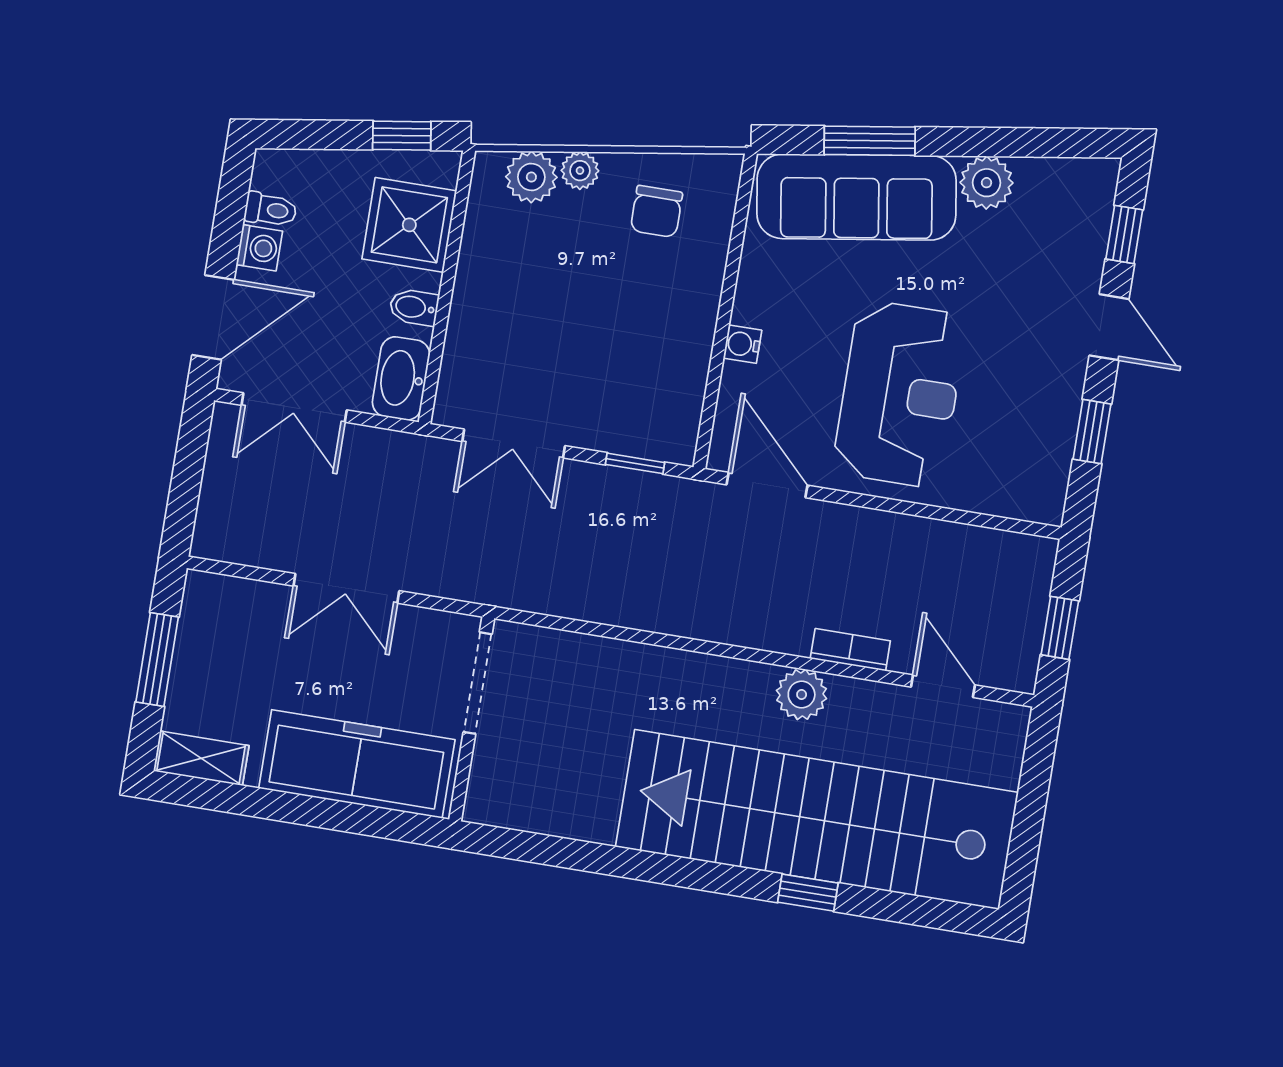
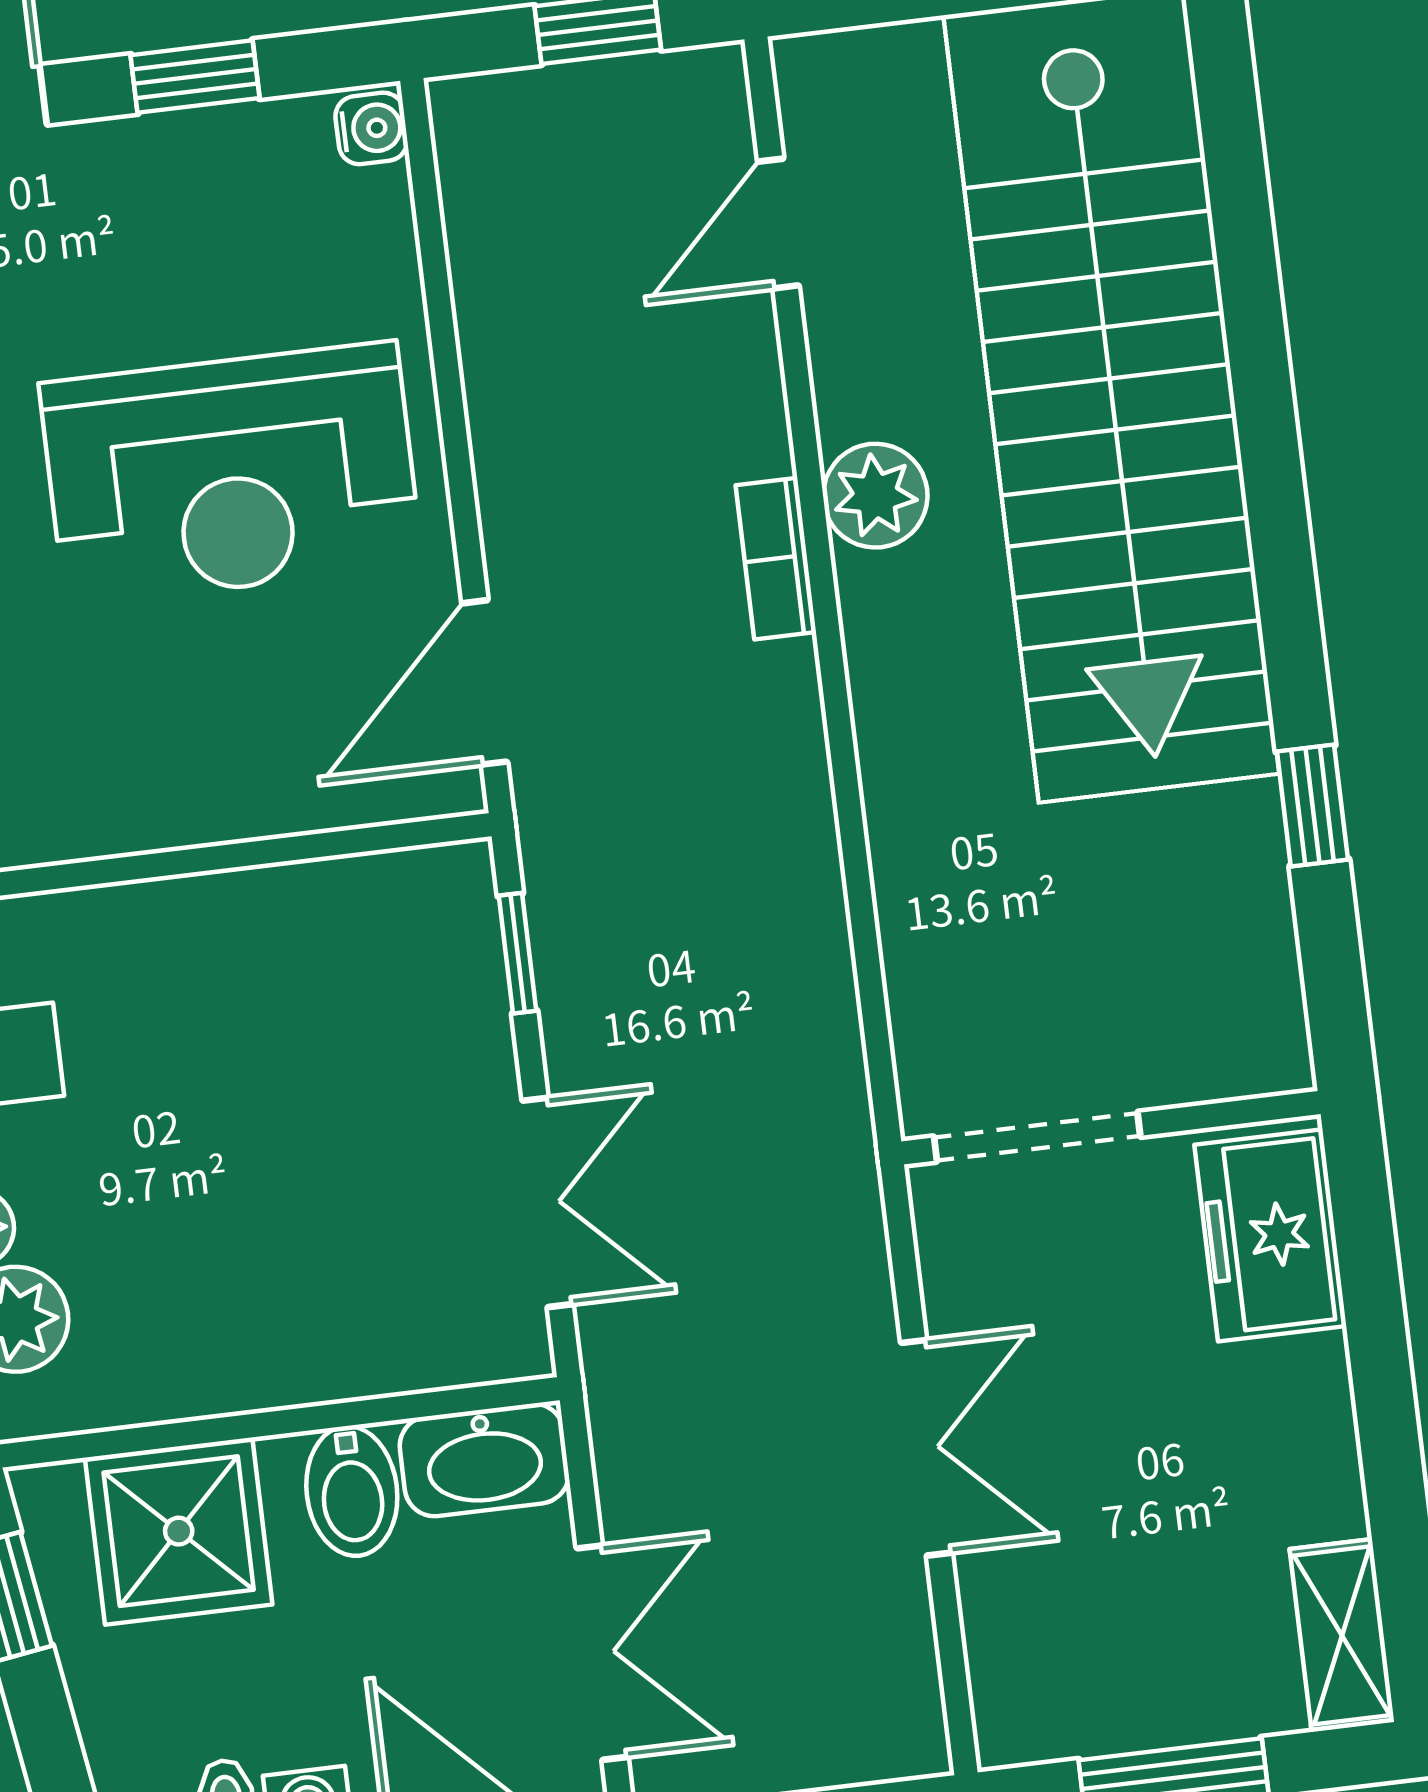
bidet: (414, 307) -> (352, 1491), width x1.38, depth x1.36
water cooler: (742, 344) -> (371, 128), moved, turned -90
reception desk: (900, 394) -> (231, 474), turned 180
bookcase: (850, 650) -> (776, 559), moved
freezer: (357, 764) -> (1270, 1235), width x0.52, depth x0.79
window: (808, 893) -> (1312, 806), moved

